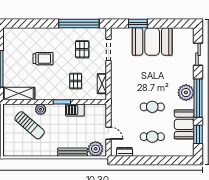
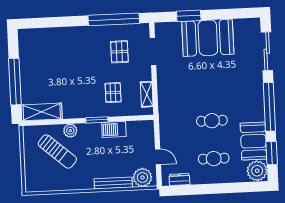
sliding door: (198, 54) -> (267, 51), width x1.37
trolley: (43, 59) -> (70, 66), removed
plant: (186, 93) -> (257, 171), moved

